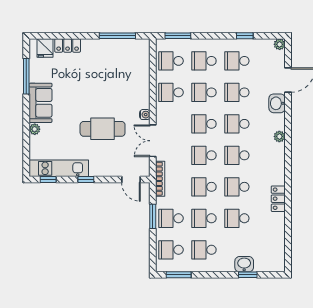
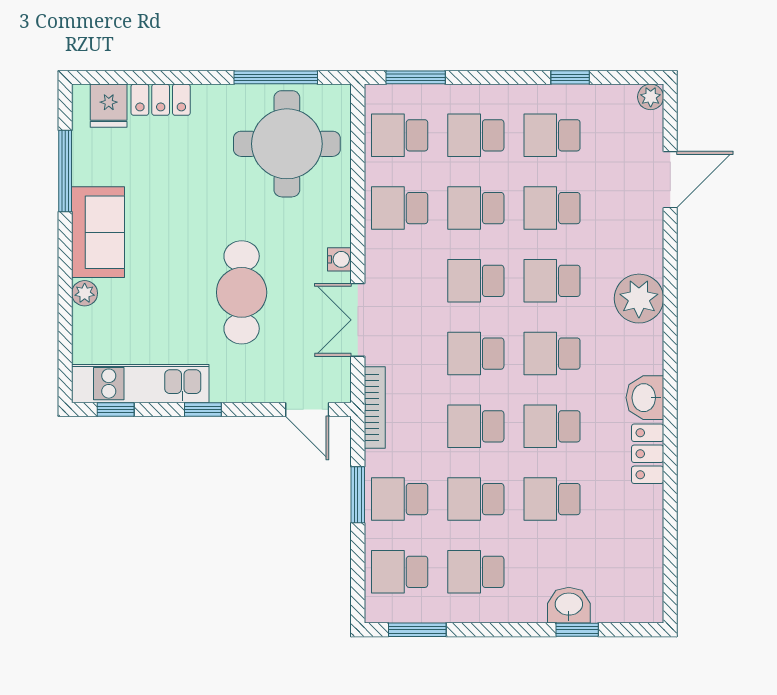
round table: (122, 65) -> (287, 144), added
washbasin: (277, 103) -> (645, 398), moved
cafe table: (103, 129) -> (242, 292), turned 90
plant: (279, 136) -> (639, 299), width x1.88, depth x1.88

